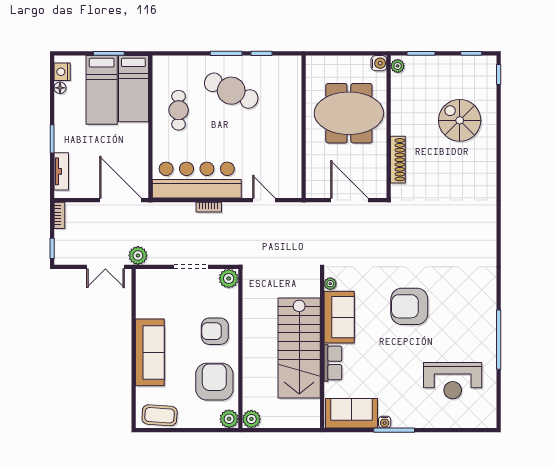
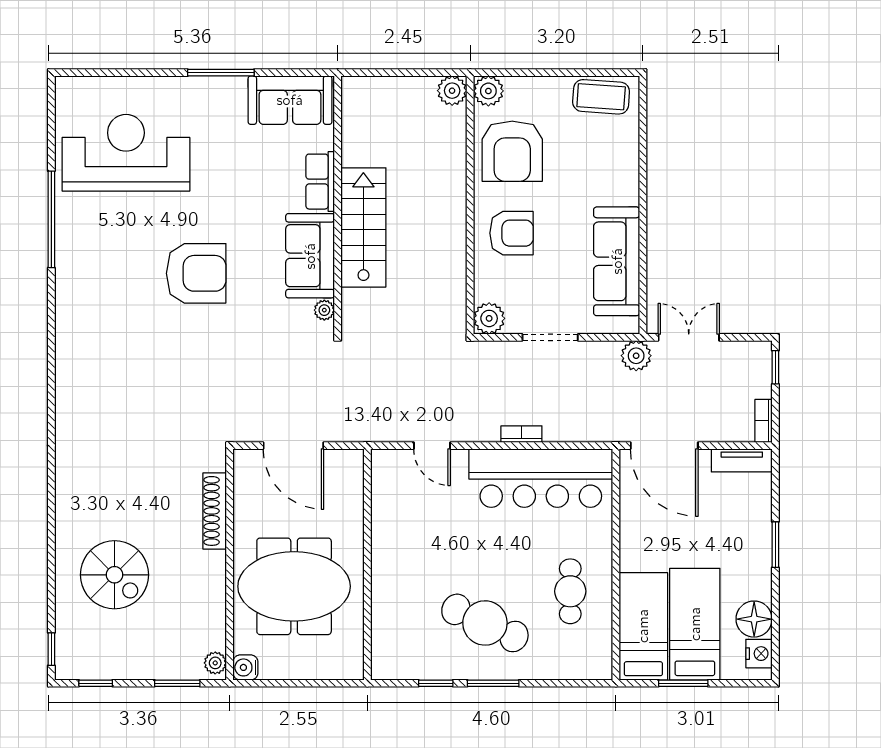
floor lamp: (60, 88) -> (754, 619), width x1.89, depth x1.89
tv unit: (61, 171) -> (742, 460), moved, turned -90
stairs: (299, 348) -> (363, 227), width x0.73, depth x0.66
sofa: (150, 352) -> (617, 261), moved
reception desk: (453, 381) -> (126, 153), width x1.36, depth x1.30
water cooler: (385, 422) -> (236, 86), removed

